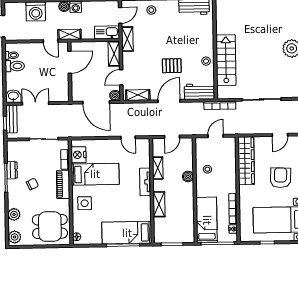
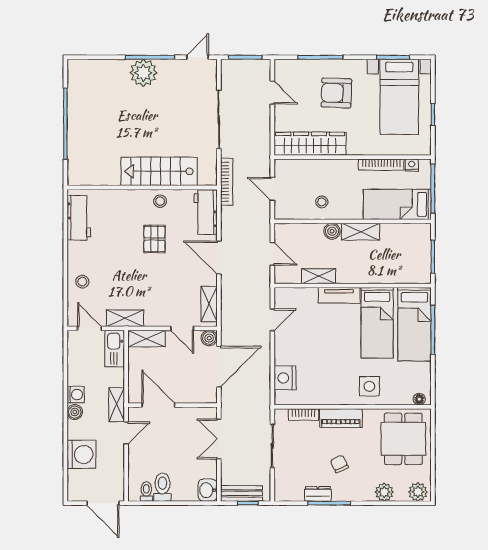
pallet: (172, 66) -> (154, 239), moved
double door: (35, 103) -> (219, 439), moved
nightstand: (79, 155) -> (285, 378), moved, turned 90
bed: (95, 174) -> (377, 323), moved, turned 180
shelving: (159, 204) -> (361, 232), moved

